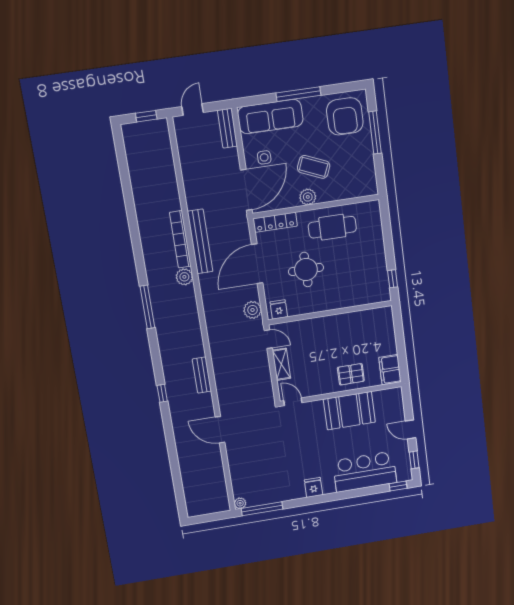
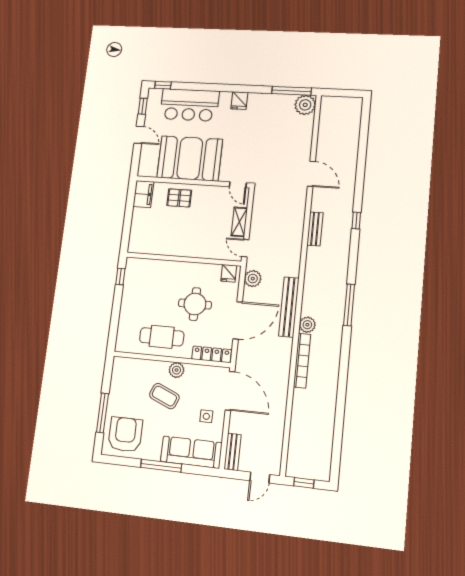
door: (246, 190) -> (230, 391), swing flipped
bench: (200, 242) -> (289, 307), moved
booth: (349, 411) -> (190, 158), width x1.36, depth x1.42
plant: (240, 503) -> (305, 105), width x1.88, depth x1.88

